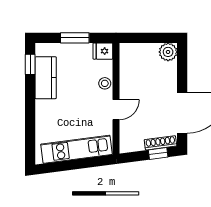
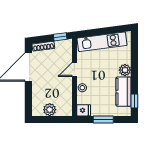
plant: (168, 52) -> (50, 110), moved
plant: (44, 109) -> (125, 70), added
window: (158, 154) -> (60, 37), moved

